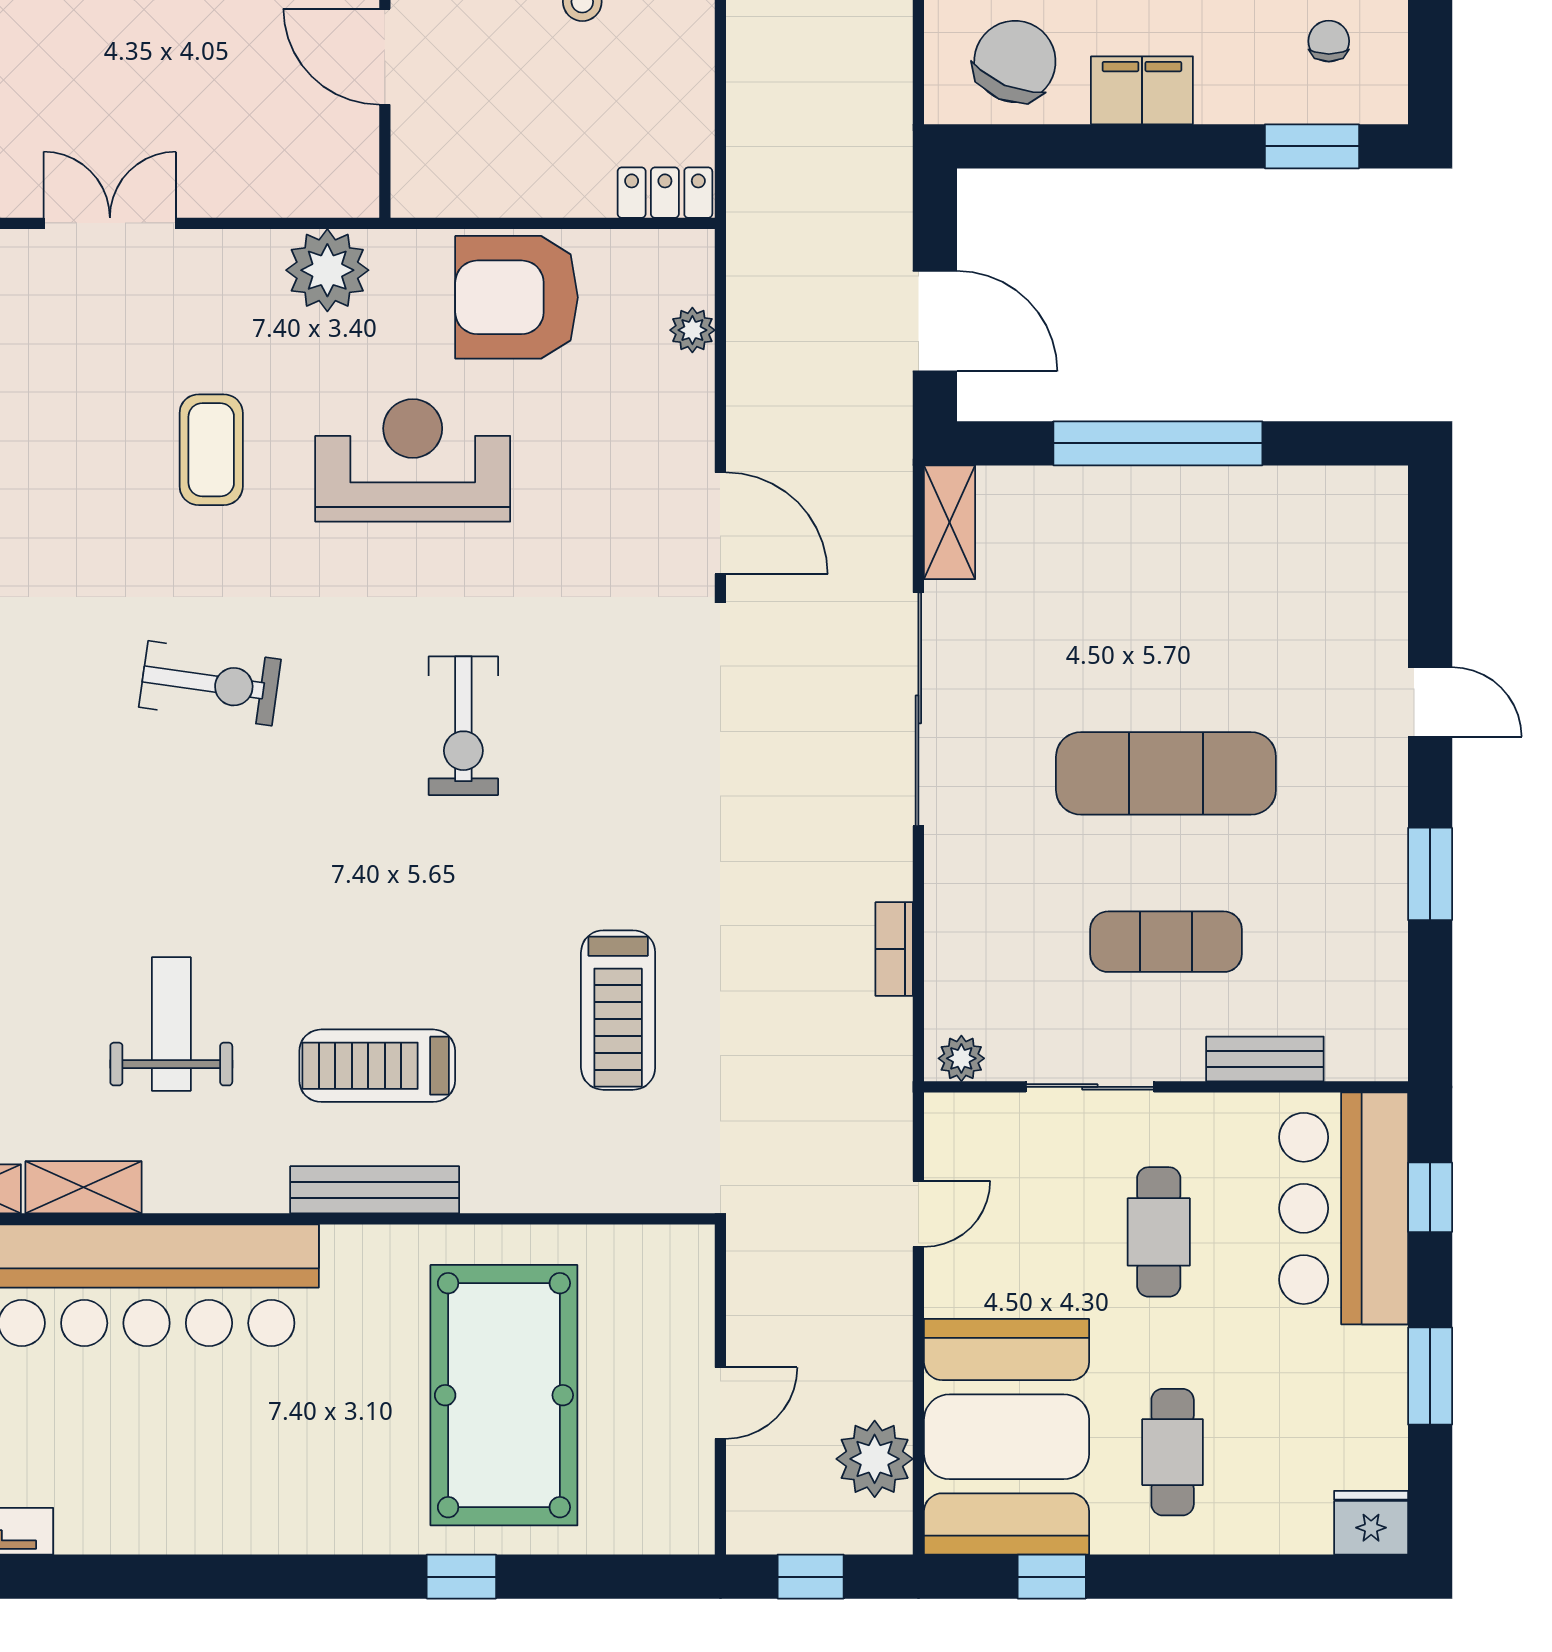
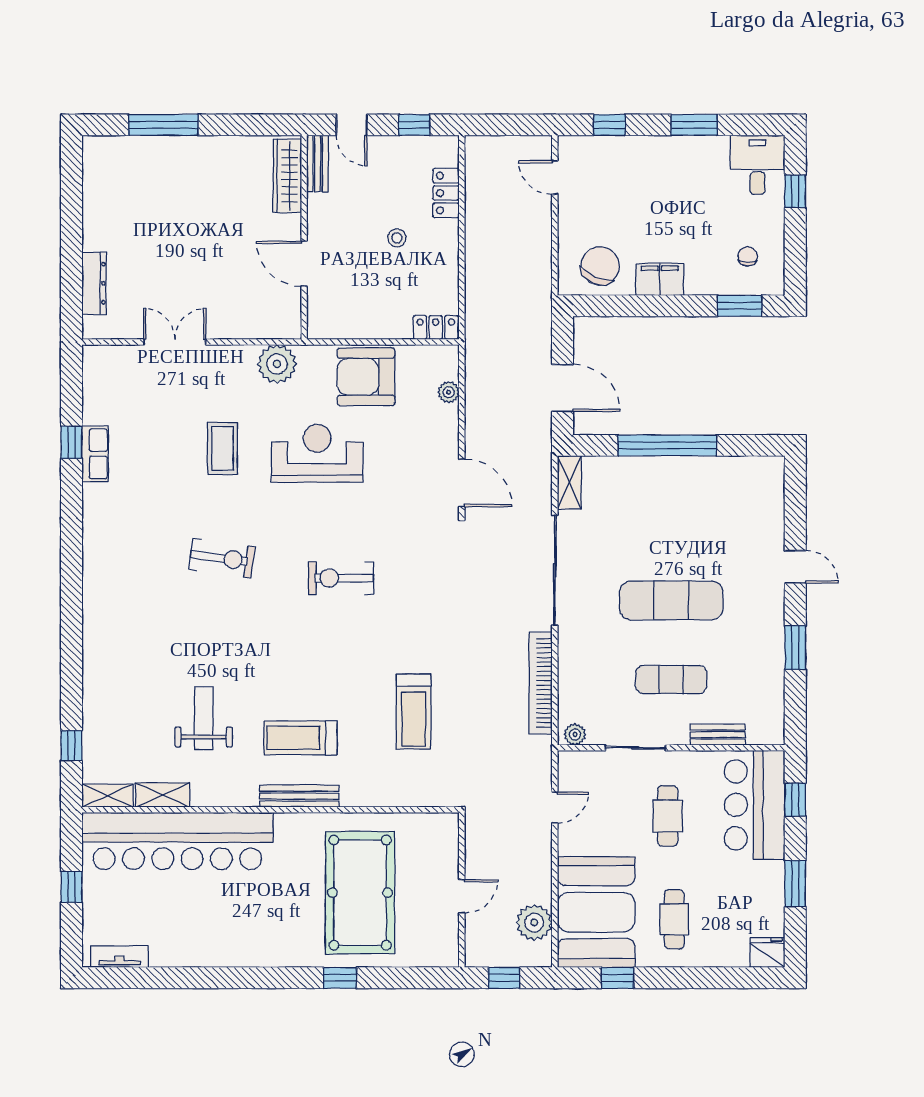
exercise bike: (463, 726) -> (341, 578), turned 90
bookcase: (894, 949) -> (541, 683), width x2.31, depth x1.31

